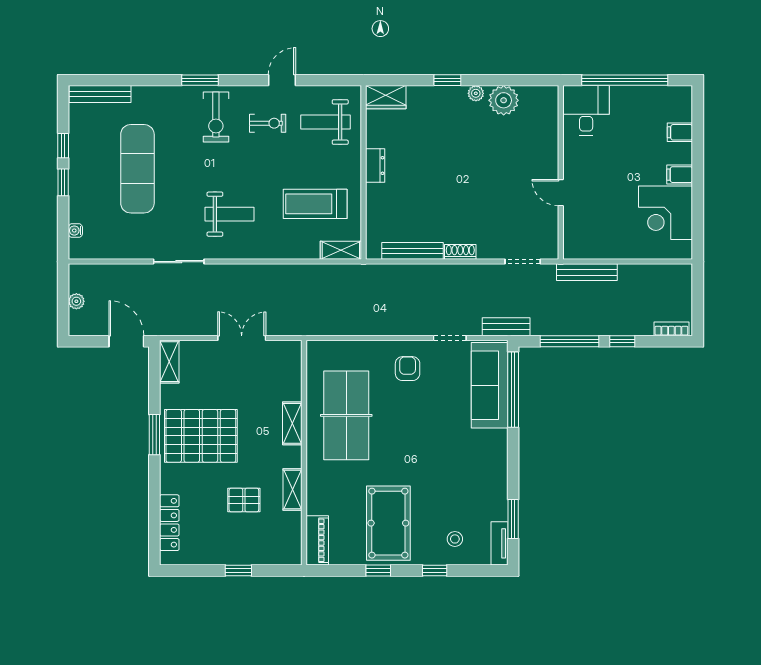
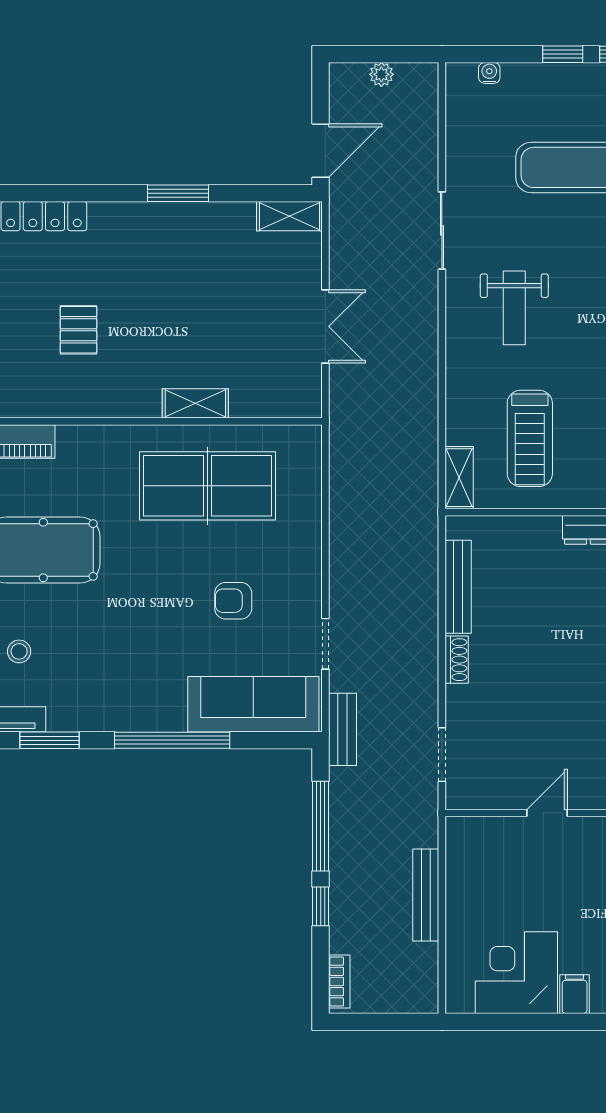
treadmill: (315, 204) -> (530, 438), turned 180
bench: (587, 272) -> (426, 895), moved
armchair: (408, 369) -> (233, 601), moved, turned 180
window: (513, 390) -> (172, 740), moved
pallet: (201, 436) -> (176, 264), removed
shelving: (293, 490) -> (94, 404), removed

